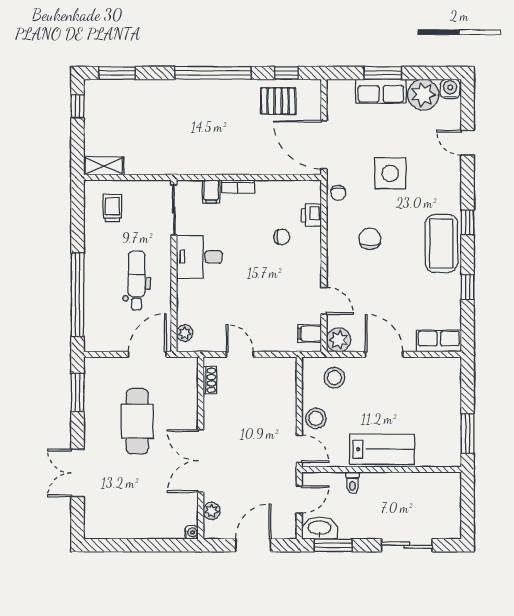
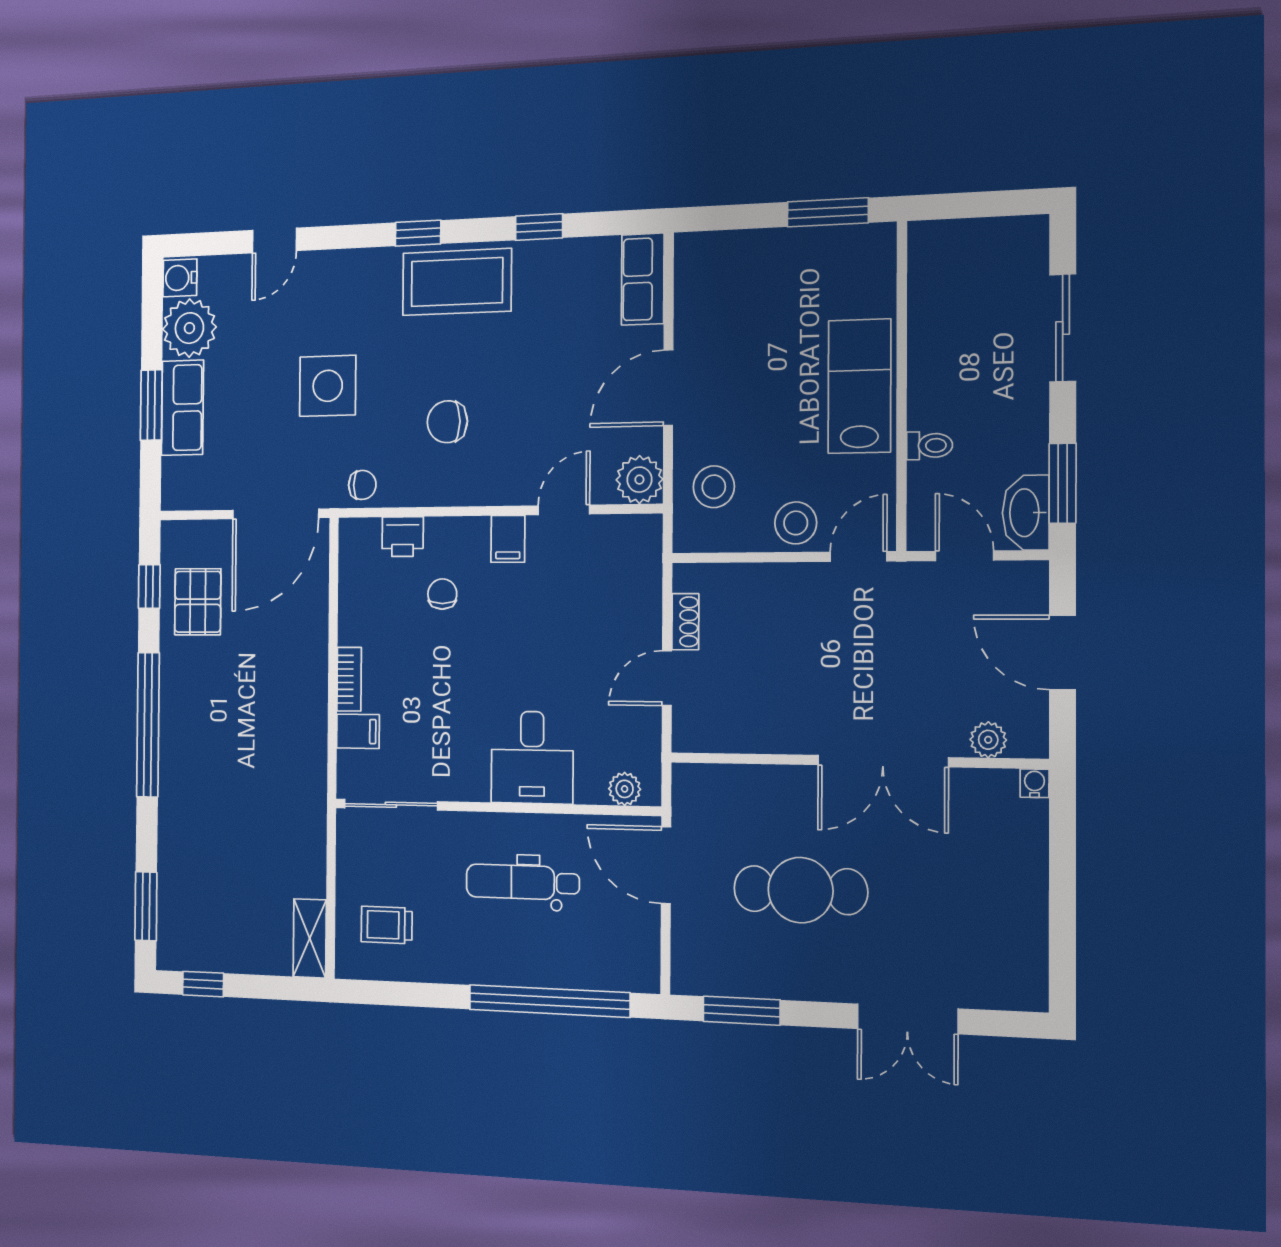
desk: (199, 257) -> (532, 757), moved
filing cabinet: (310, 334) -> (508, 539), moved
shoe rack: (210, 380) -> (685, 622), moved, turned 90

